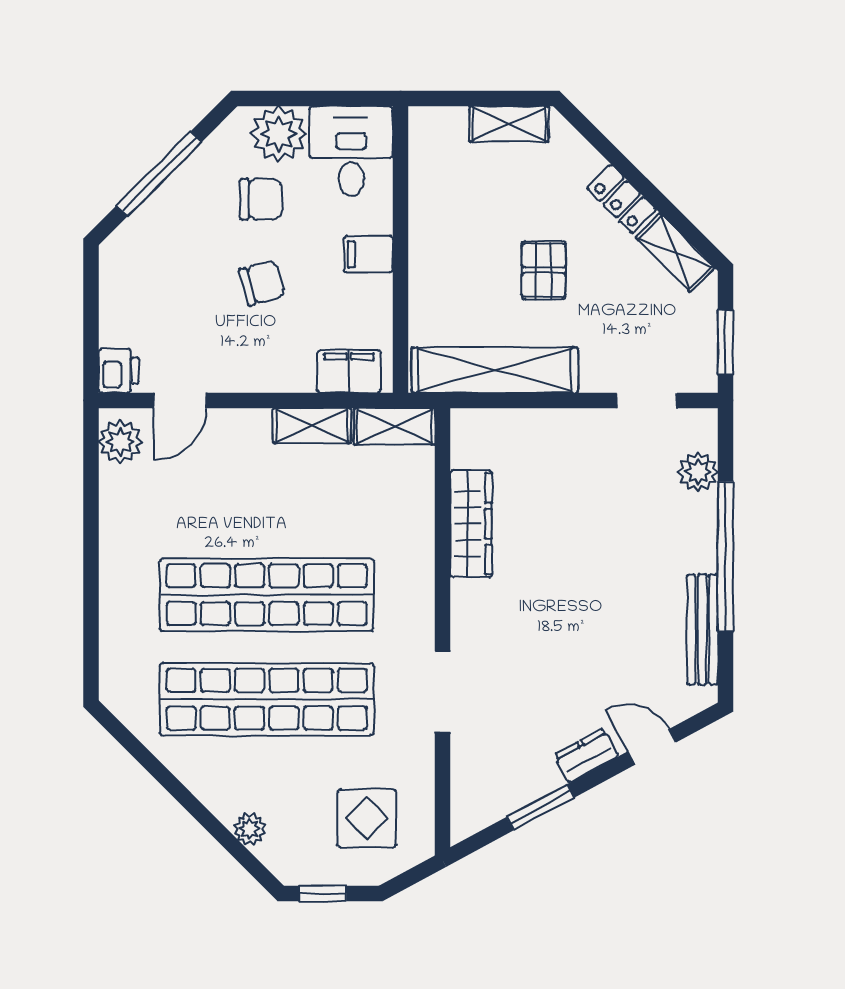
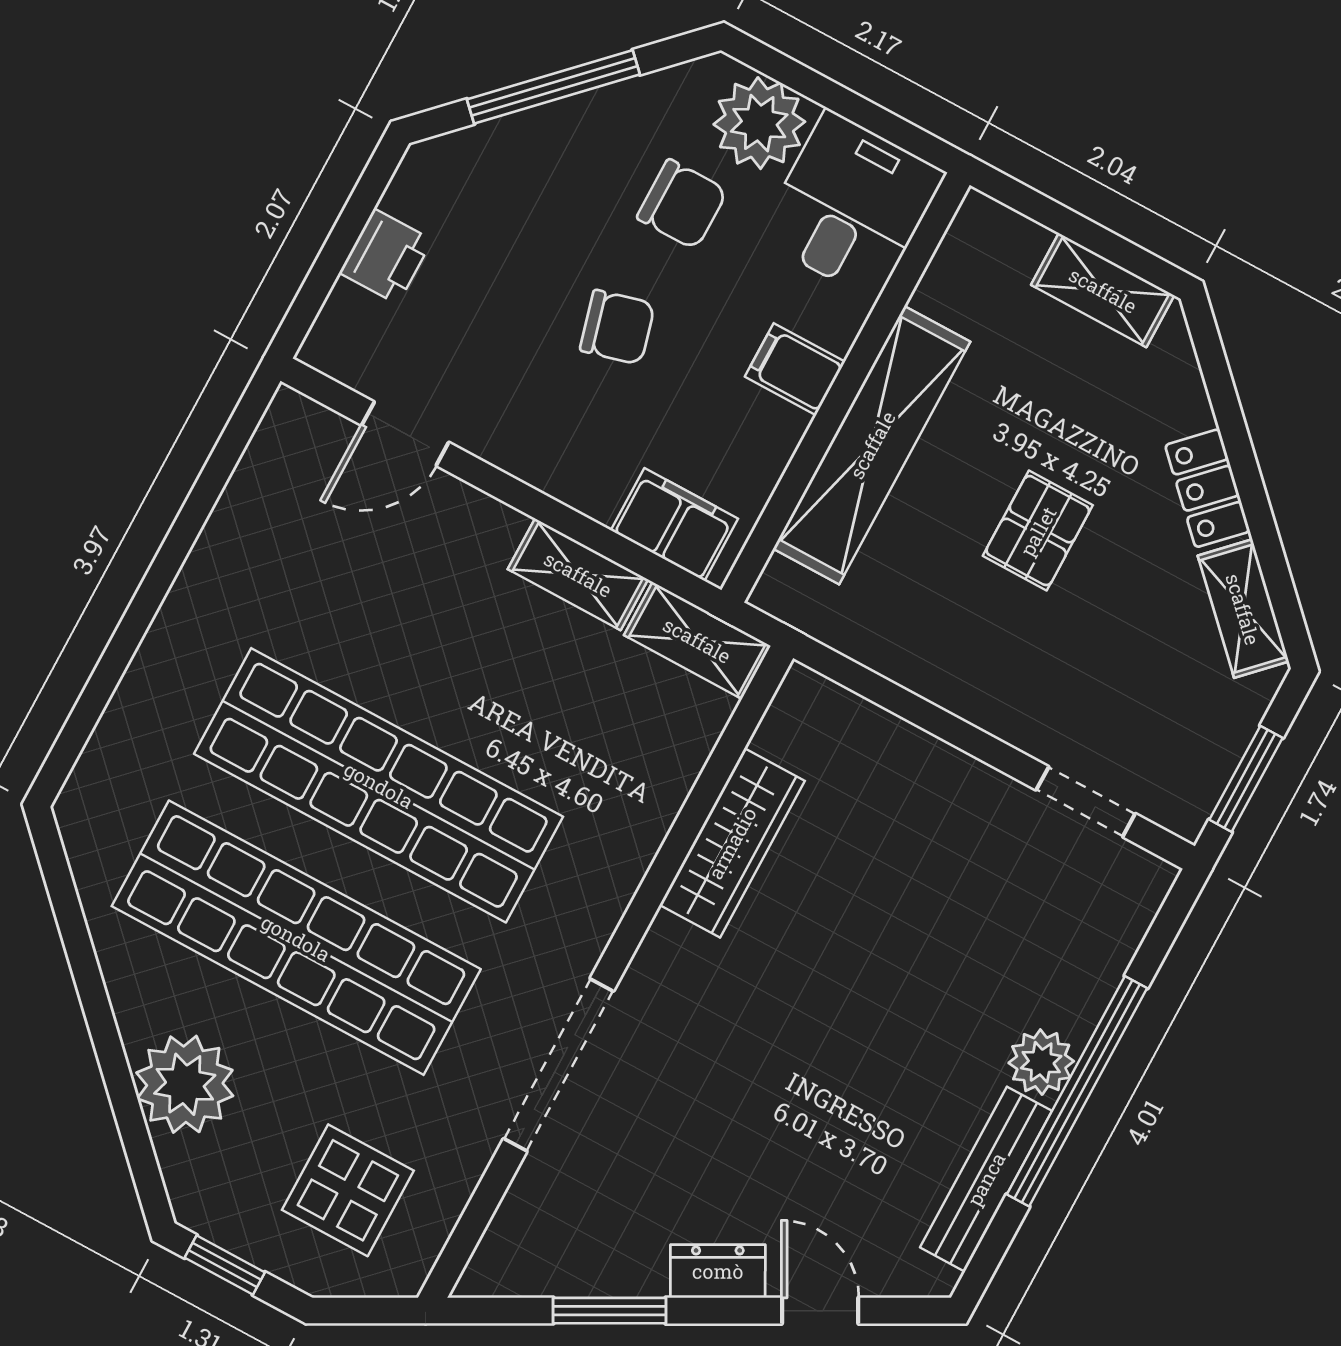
shelving: (495, 370) -> (872, 445), moved, turned 90
printer: (119, 371) -> (386, 256), moved
plant: (120, 442) -> (286, 447), removed
plant: (698, 472) -> (1041, 1062), moved
doorway: (443, 692) -> (559, 1065), width x1.36
plant: (250, 829) -> (185, 1084), width x1.87, depth x1.87

